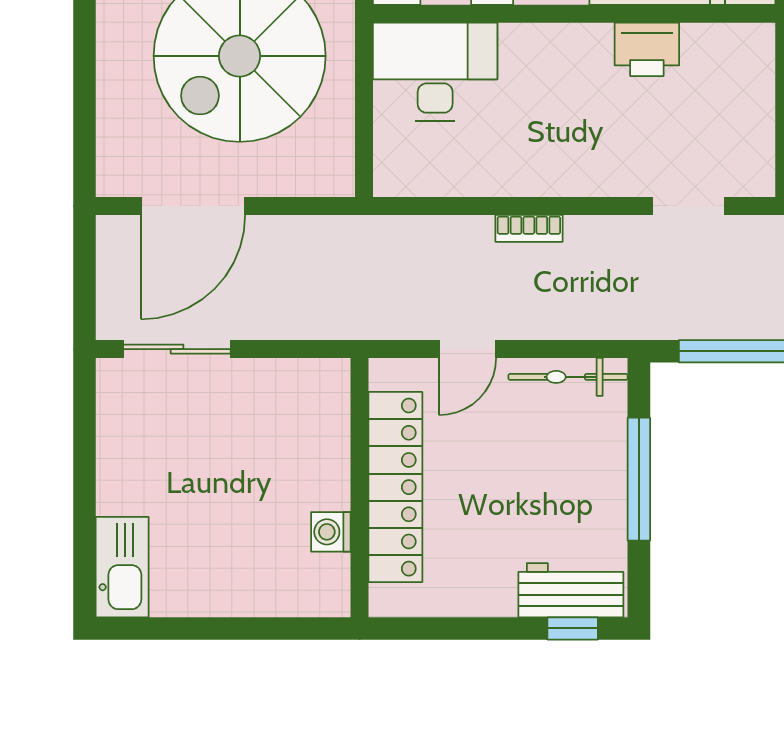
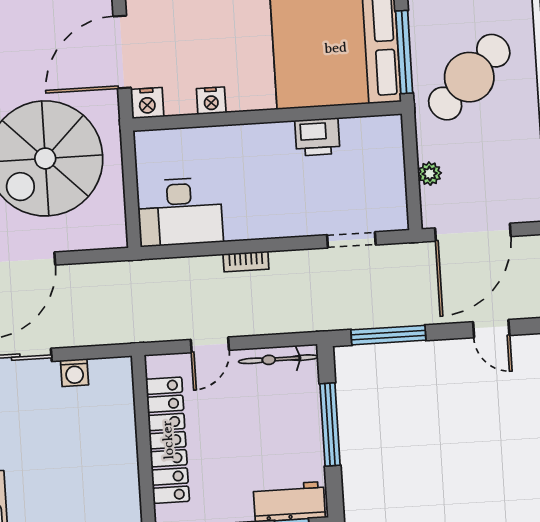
desk: (435, 72) -> (180, 212), moved, turned 180
washing machine: (331, 532) -> (74, 373), moved, turned -90

